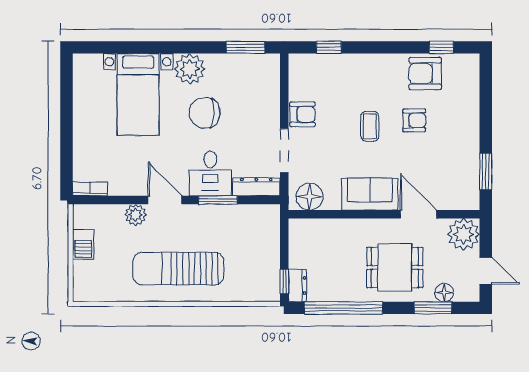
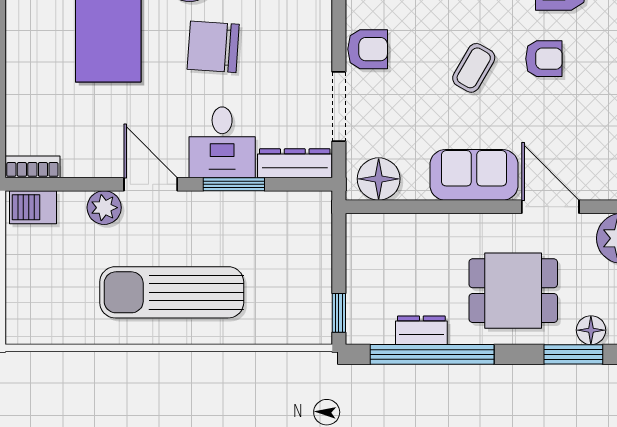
coffee table: (370, 126) -> (474, 68), turned 30
barbecue: (83, 244) -> (33, 207), moved, turned 90
dresser: (298, 285) -> (421, 330), moved, turned -90

